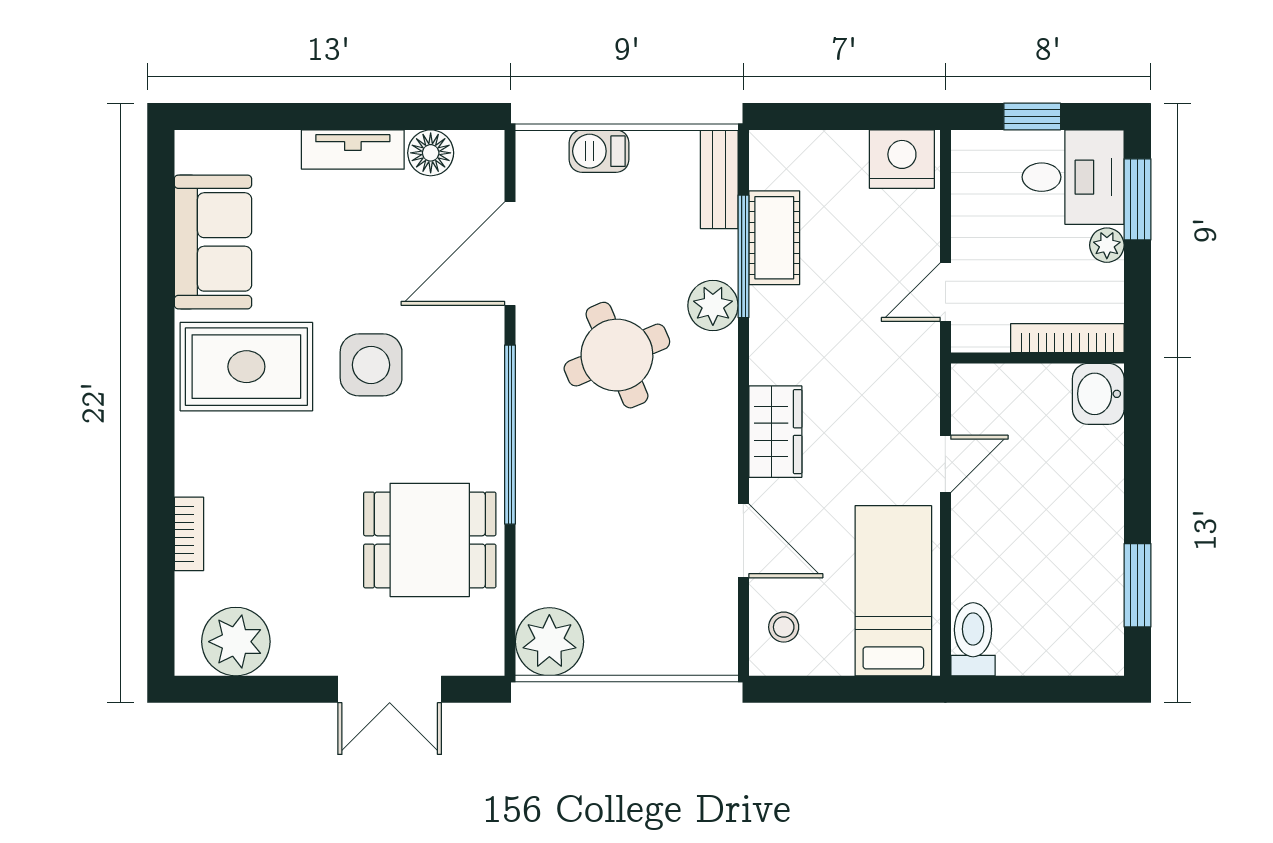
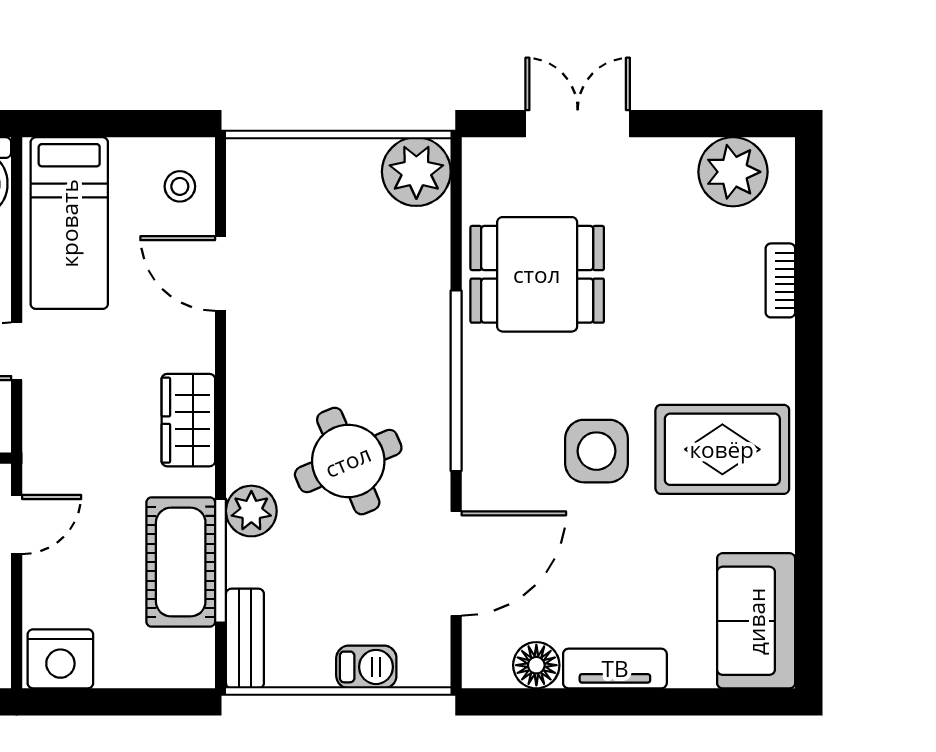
cot: (774, 238) -> (181, 562), width x1.37, depth x1.34
sofa: (213, 242) -> (756, 621), moved
wardrobe: (775, 432) -> (188, 420), moved

